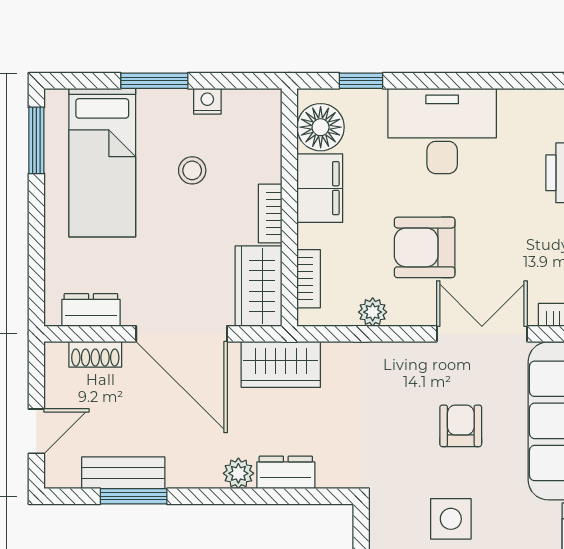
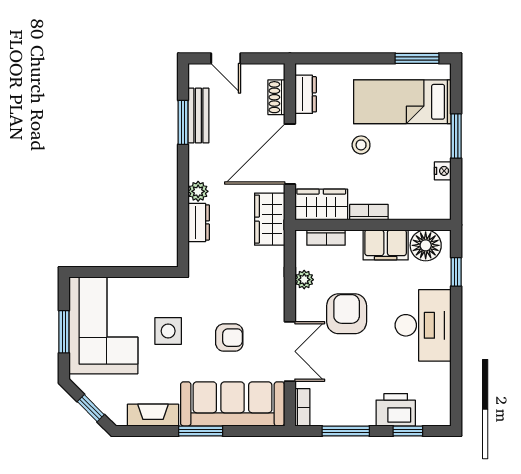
stool: (192, 170) -> (361, 145), moved

